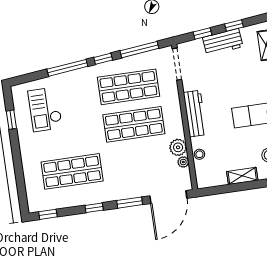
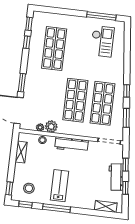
window: (139, 50) -> (126, 118), width x0.69
window: (67, 68) -> (127, 64), removed
checkout: (45, 109) -> (102, 41), turned 90
window: (11, 120) -> (101, 16), width x2.17
shelving: (242, 176) -> (21, 152), moved
window: (94, 208) -> (27, 42), moved

